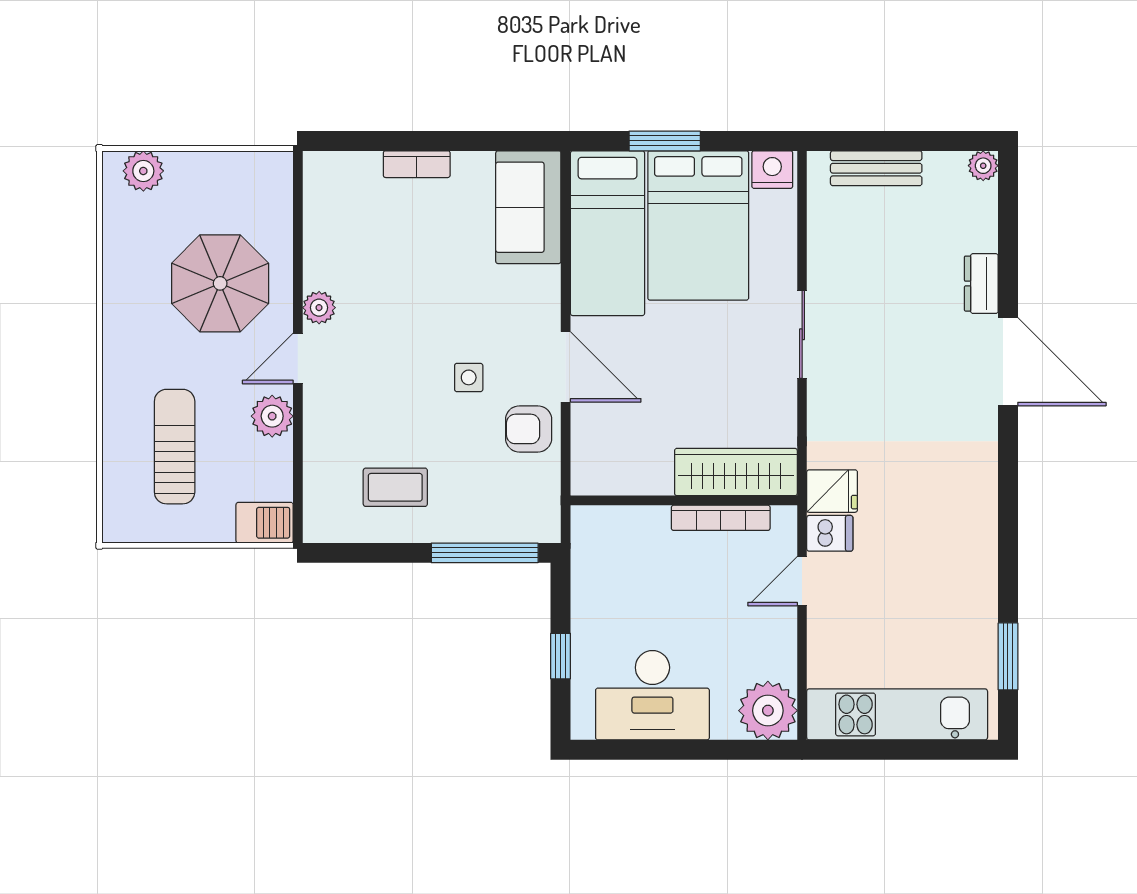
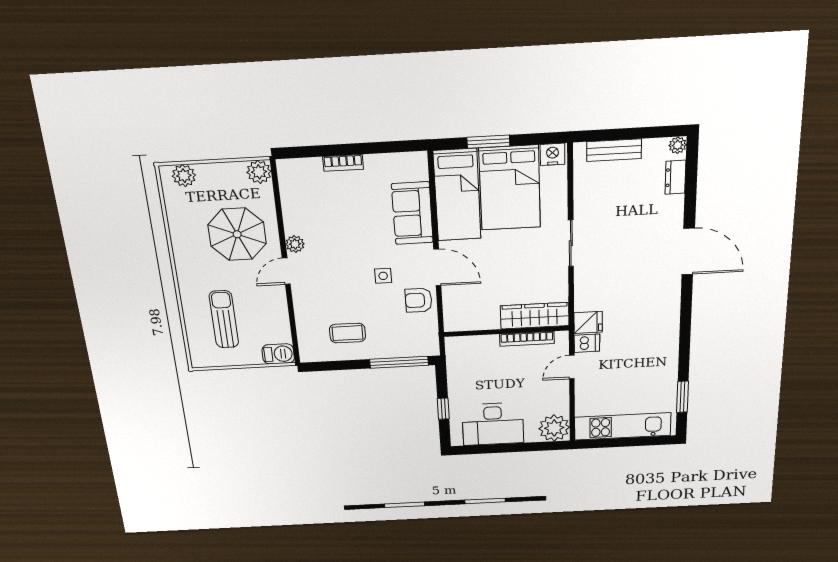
sofa: (528, 207) -> (412, 213), moved
dresser: (981, 284) -> (675, 177), moved
plant: (272, 416) -> (259, 172), moved

